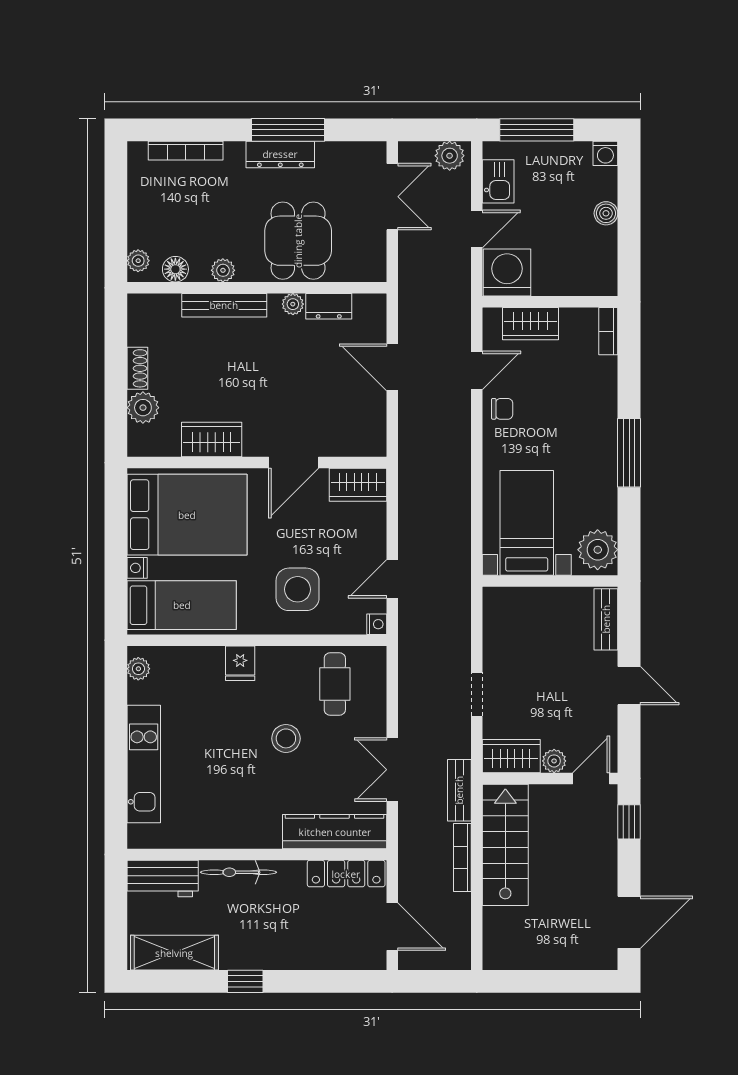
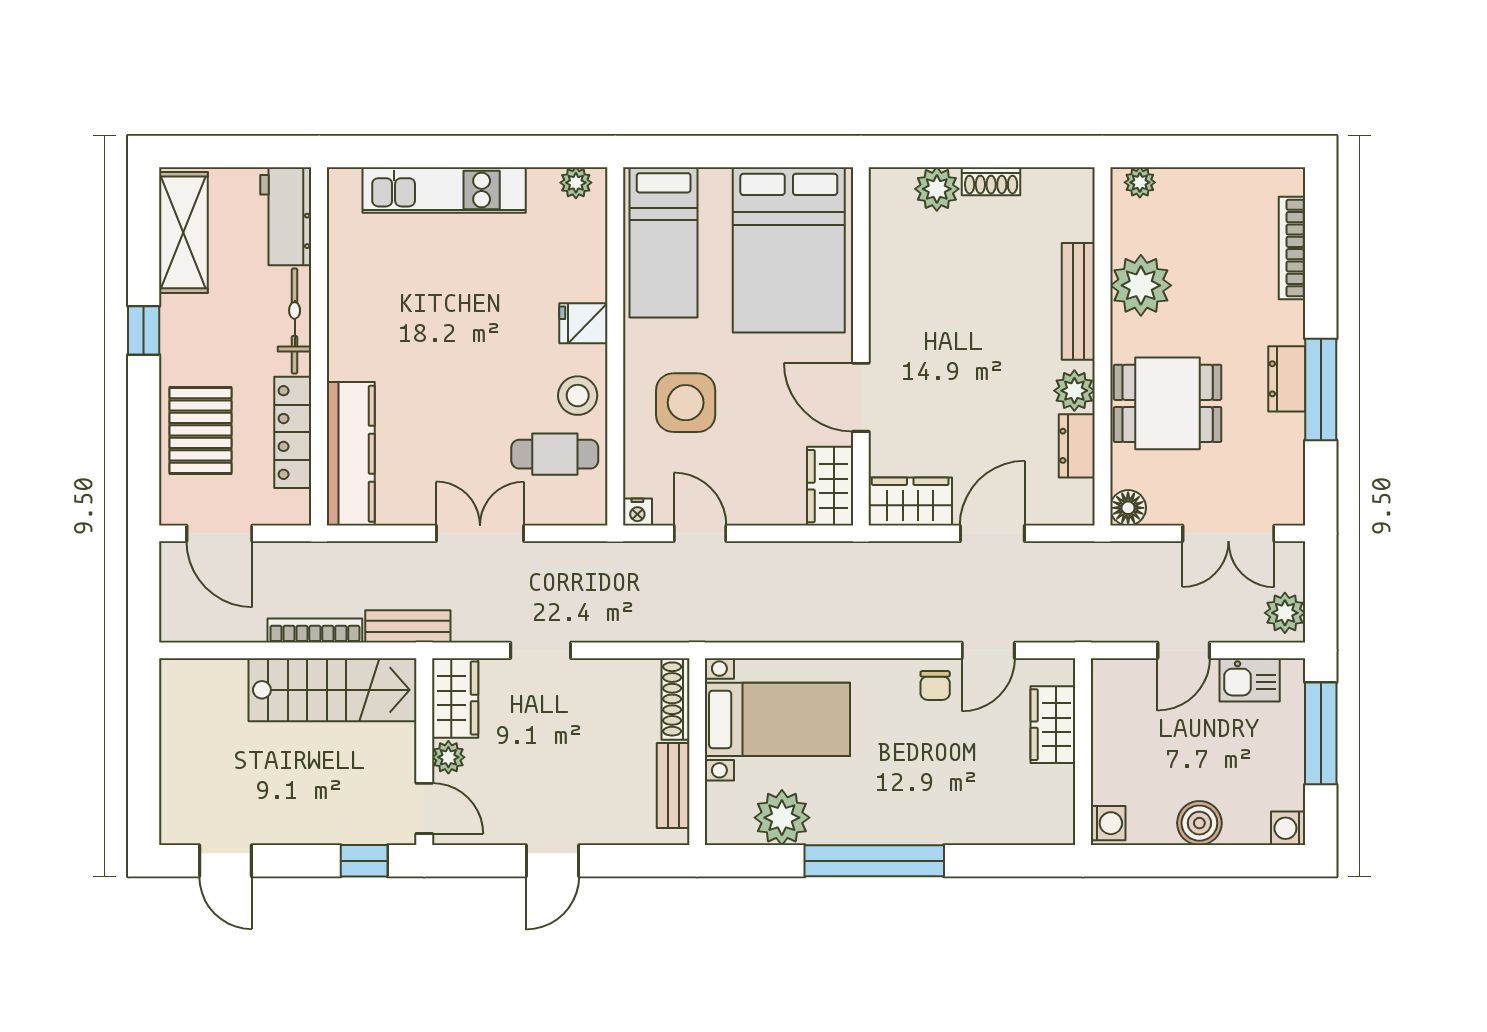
dresser: (280, 154) -> (1287, 379), width x0.70
boiler: (606, 213) -> (1199, 823), width x1.36, depth x1.36
door: (477, 229) -> (1184, 650), hinge flipped
floor lamp: (175, 269) -> (1128, 508), moved
plant: (223, 270) -> (1141, 285), width x1.88, depth x1.88
washing machine: (507, 273) -> (1108, 823), moved, width x0.53, depth x0.53
plant: (293, 304) -> (1074, 391), width x1.38, depth x1.38
bookcase: (608, 331) -> (1042, 832), removed
door: (477, 370) -> (988, 650), hinge flipped
wardrobe: (212, 439) -> (910, 501), moved, turned -90
window: (629, 453) -> (874, 861), width x1.46
plant: (598, 550) -> (782, 818), moved
nightstand: (137, 568) -> (715, 181), removed
shoe rack: (512, 597) -> (675, 699), added
bench: (606, 619) -> (673, 785), moved, turned 90
stool: (286, 738) -> (578, 396), moved
double door: (392, 770) -> (480, 533), moved
locker: (346, 874) -> (293, 432), moved
door: (629, 922) -> (226, 861), width x0.73
door: (392, 927) -> (219, 533), hinge flipped
pallet: (318, 940) -> (200, 430), added

